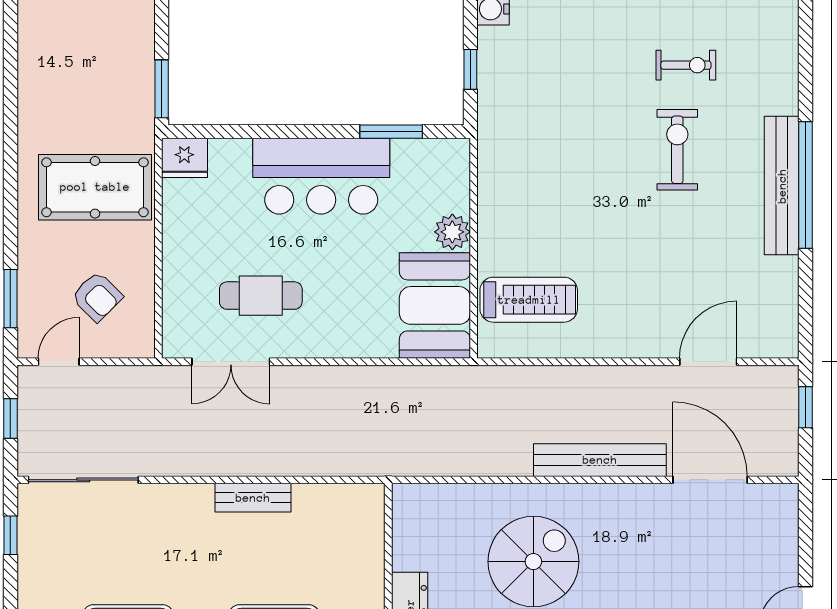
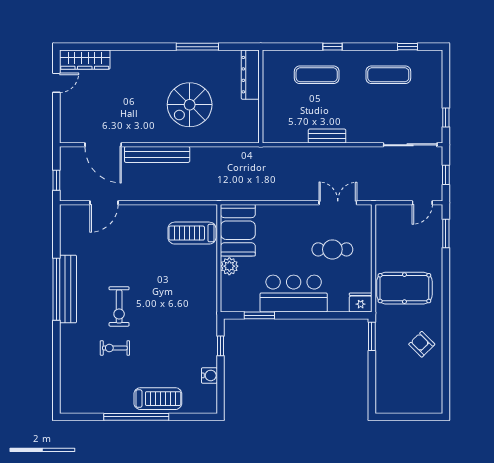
cafe table: (261, 296) -> (332, 249), moved
armchair: (97, 297) -> (422, 344), moved

